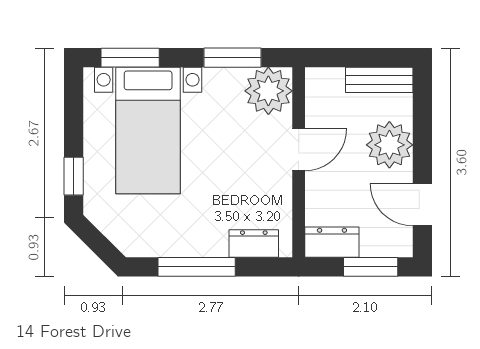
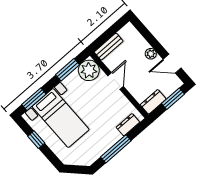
bench: (379, 80) -> (109, 47), moved
plant: (389, 145) -> (151, 54), width x0.53, depth x0.53
window: (74, 176) -> (36, 140), moved

